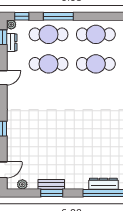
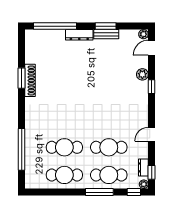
plant: (13, 142) -> (142, 74), added
plant: (22, 184) -> (143, 34), moved
dresser: (103, 184) -> (79, 35), moved

